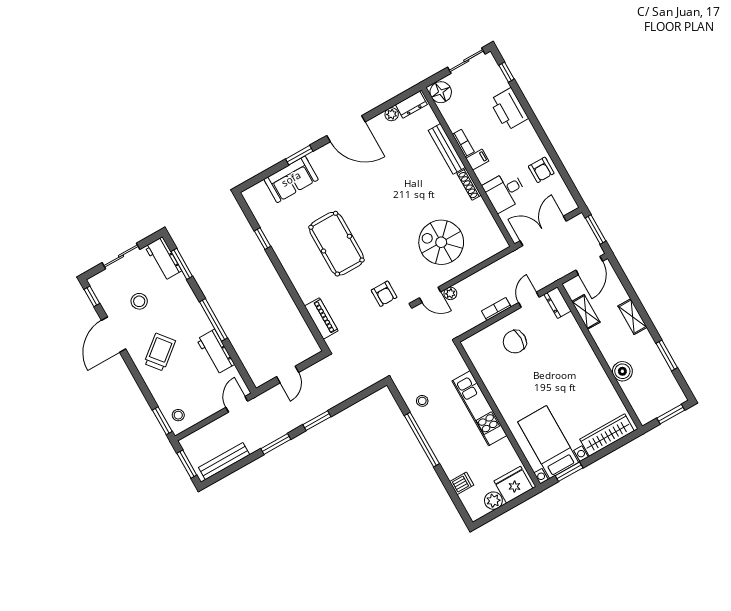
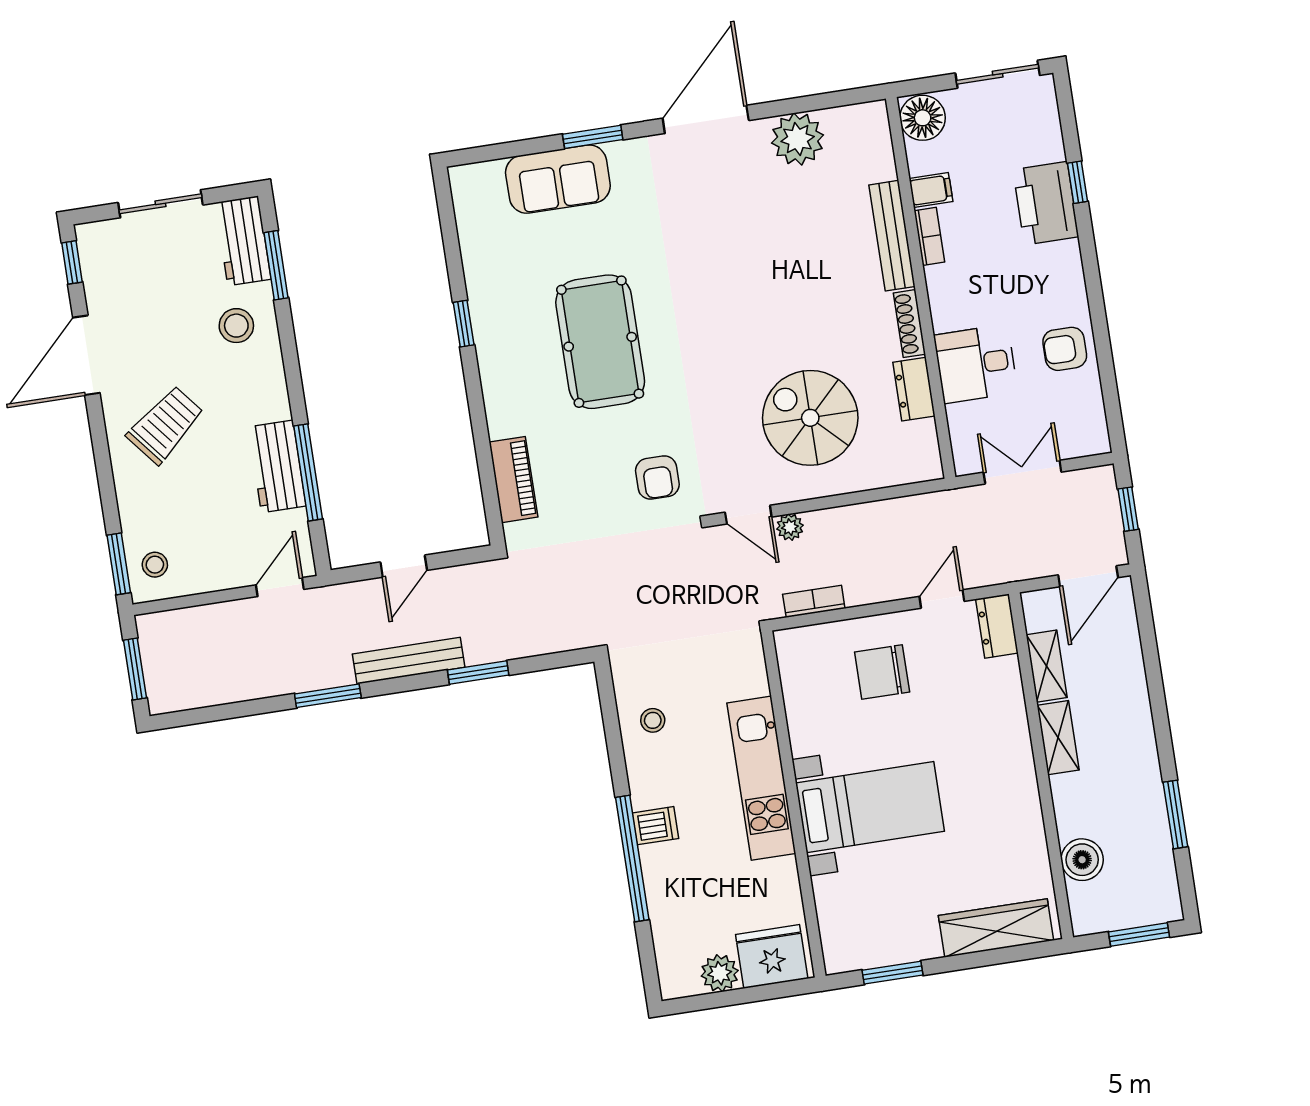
window: (506, 72) -> (1078, 182), moved
dresser: (411, 105) -> (914, 389), moved, turned 90
plant: (392, 114) -> (798, 139), width x1.87, depth x1.87
door: (346, 129) -> (706, 119), swing flipped
filing cabinet: (477, 160) -> (931, 190), moved
armchair: (541, 170) -> (1065, 349), turned 90
window: (596, 230) -> (1128, 509), width x0.67
double door: (543, 231) -> (1022, 472), width x0.73
window: (263, 239) -> (464, 324), moved
stool: (139, 301) -> (236, 326), moved
bookcase: (496, 309) -> (814, 601), moved
shelving: (632, 317) -> (1058, 738), moved
window: (213, 320) -> (308, 472), moved
boiler: (622, 371) -> (1082, 860), moved
window: (317, 421) -> (478, 672), moved
window: (422, 440) -> (632, 858), moved
bed with nightstands: (548, 442) -> (870, 807), moved, turned 90
bench: (224, 461) -> (409, 661), moved
dishwasher: (462, 483) -> (655, 826), moved

